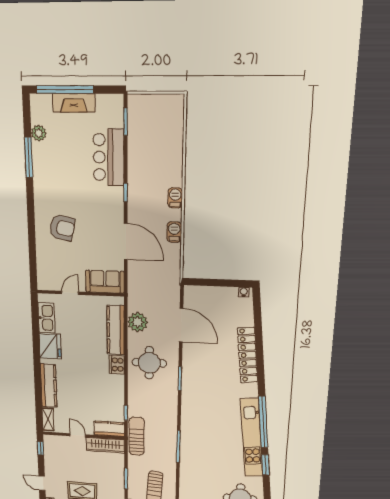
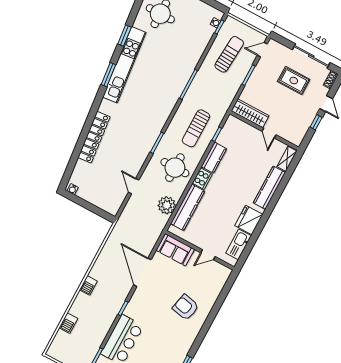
barbecue: (174, 232) -> (68, 323), moved
door: (181, 325) -> (134, 186), width x0.53
window: (263, 422) -> (108, 75), width x0.47
kitchen counter: (109, 429) -> (214, 158), moved, turned -90
sun lounger: (137, 436) -> (196, 128), moved
window: (40, 448) -> (316, 122), moved

